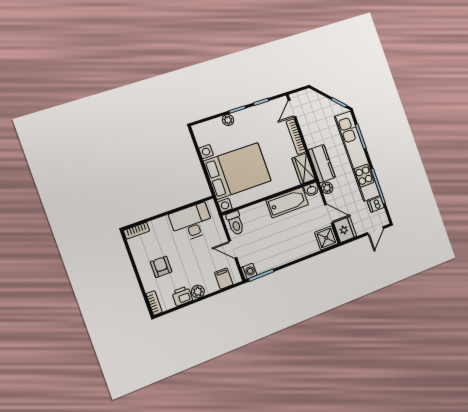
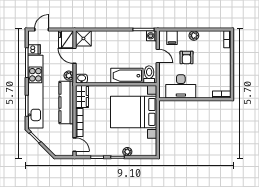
door: (292, 109) -> (75, 145), hinge flipped
kitchen counter: (322, 164) -> (66, 103), width x1.50
bathtub: (287, 202) -> (127, 76), moved
armchair: (161, 267) -> (186, 57), moved
printer: (182, 296) -> (206, 37), removed

